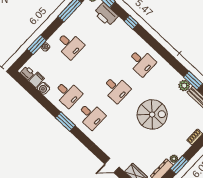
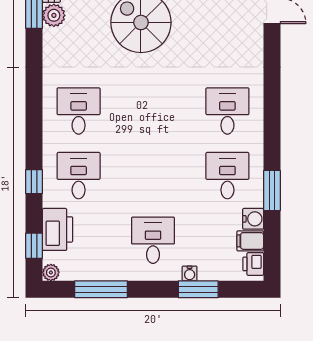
desk: (116, 89) -> (79, 176), moved
window: (65, 122) -> (272, 191), moved

